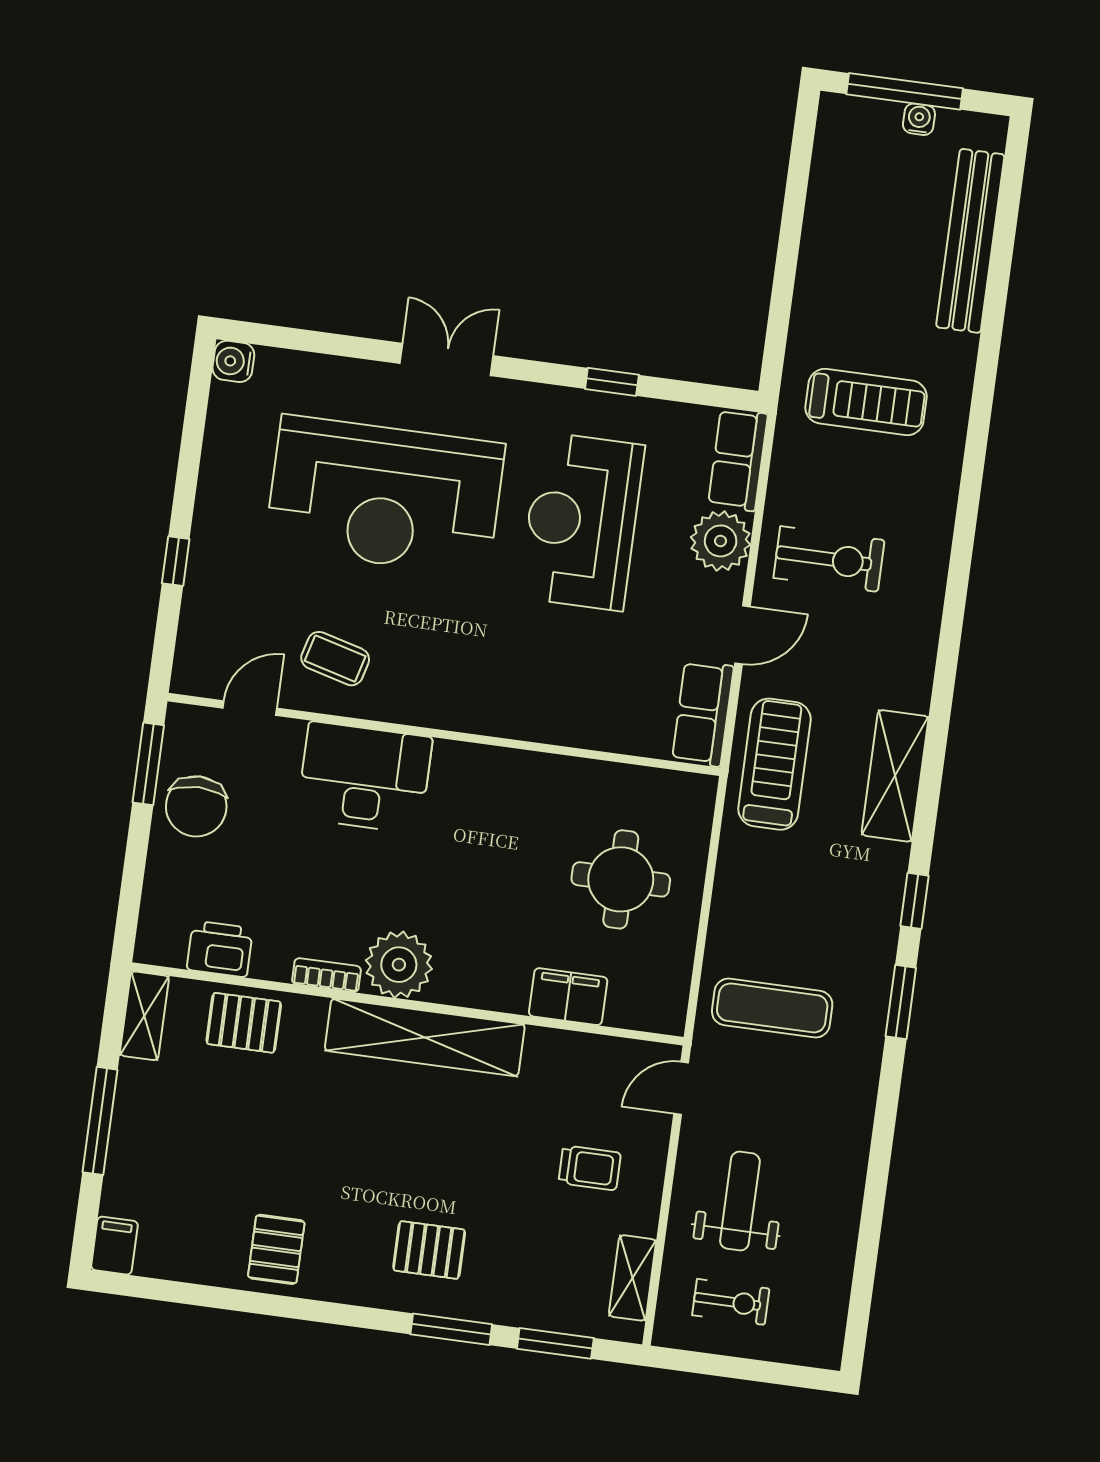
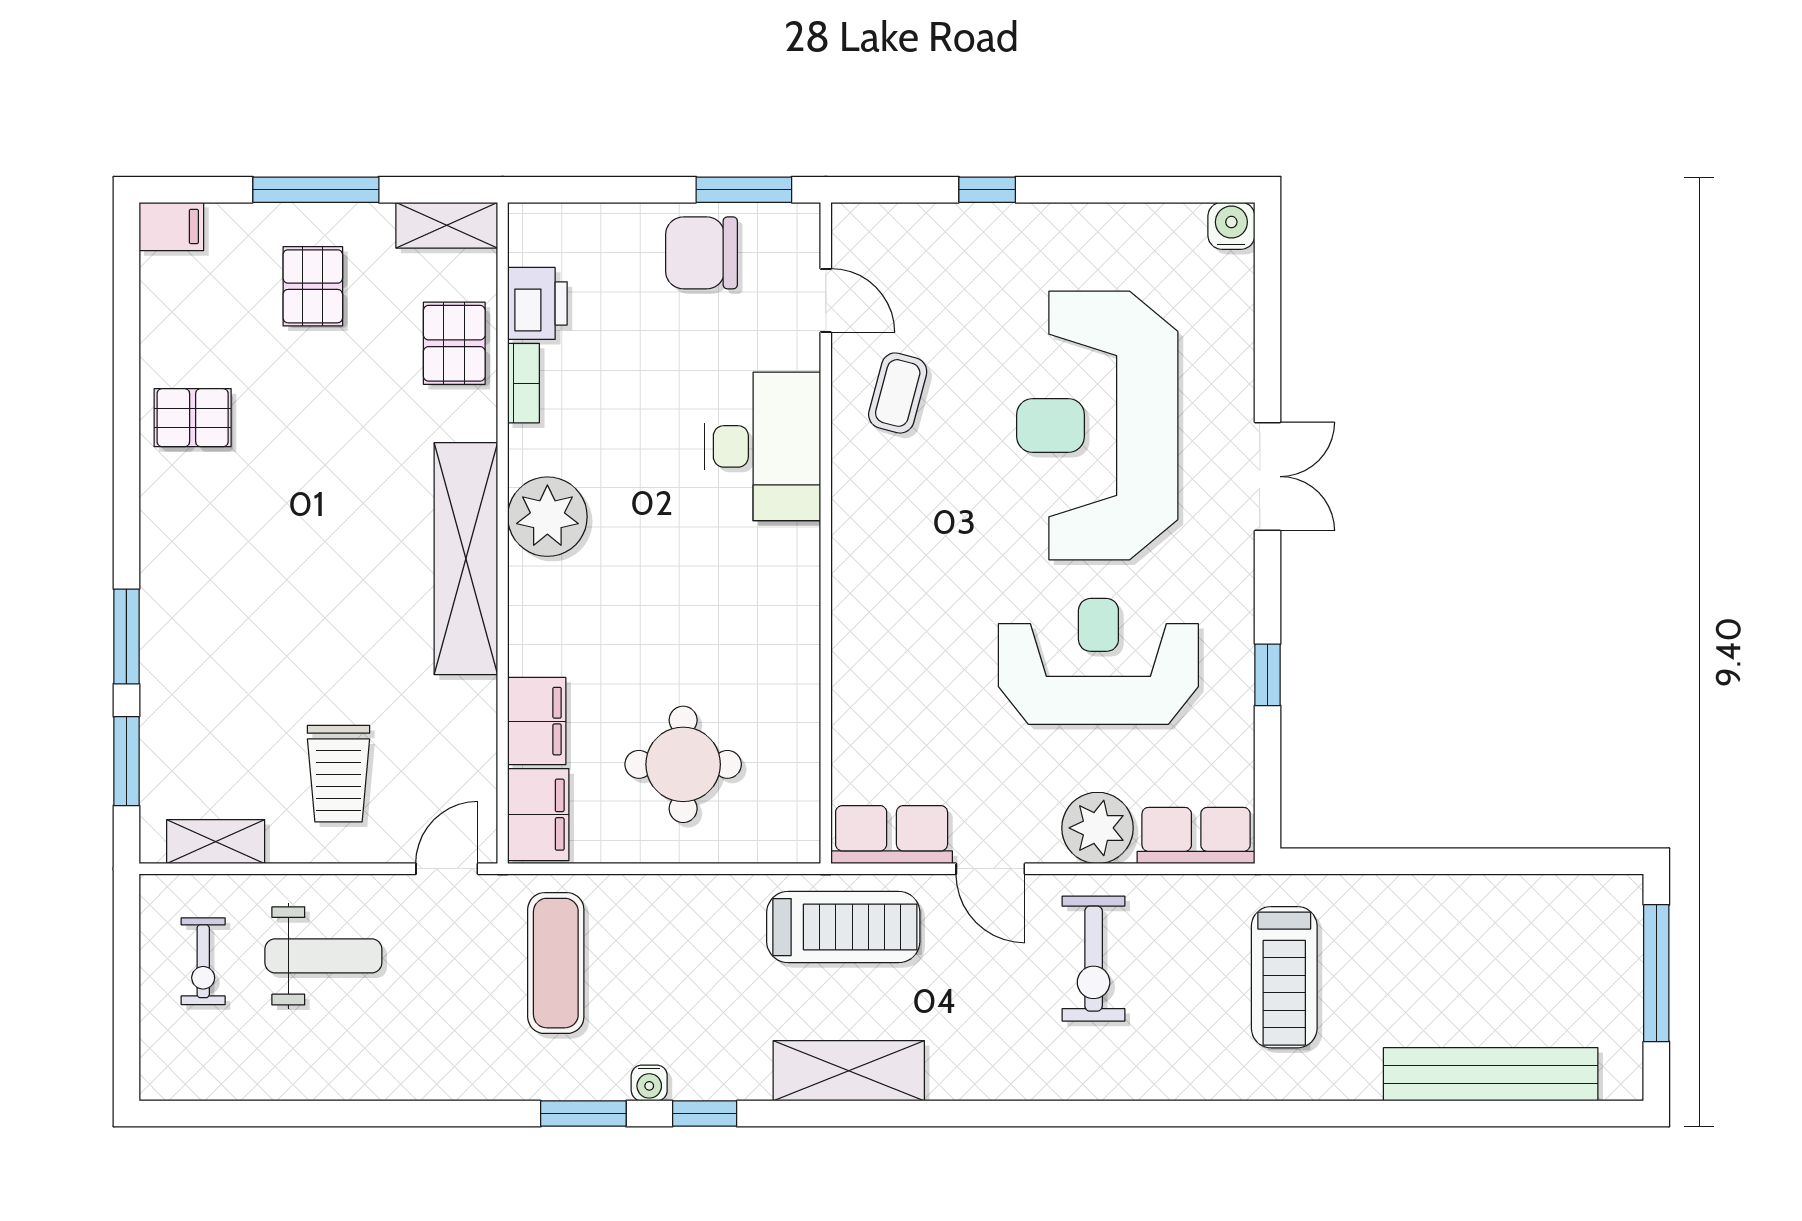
water cooler: (919, 119) -> (649, 1083), moved, turned 90
bookcase: (327, 975) -> (524, 383), moved
filing cabinet: (646, 1006) -> (538, 815), added
door: (681, 1088) -> (447, 869), hinge flipped
trolley: (590, 1168) -> (338, 774), width x1.36, depth x1.39
pallet: (429, 1250) -> (313, 286), moved

